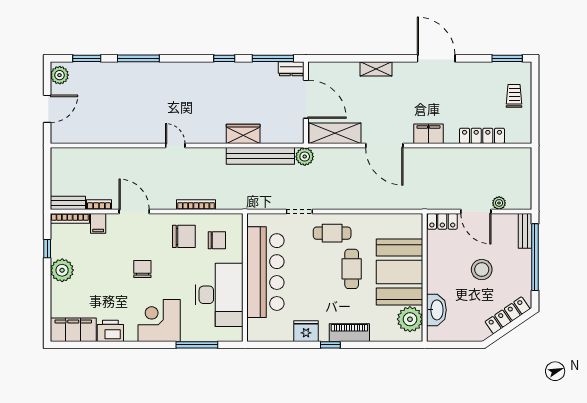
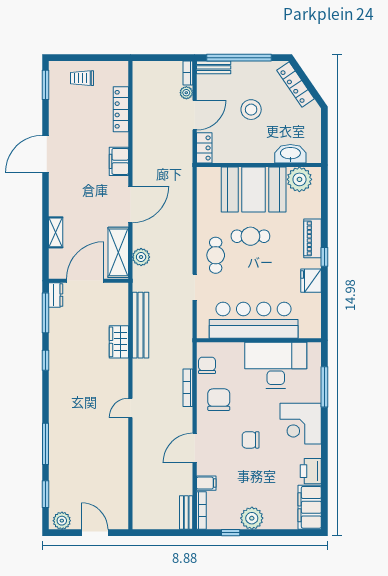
shelving: (376, 69) -> (56, 232), moved
plant: (305, 157) -> (141, 257), moved
bookcase: (99, 205) -> (188, 73), moved
chair: (217, 240) -> (207, 365), moved

